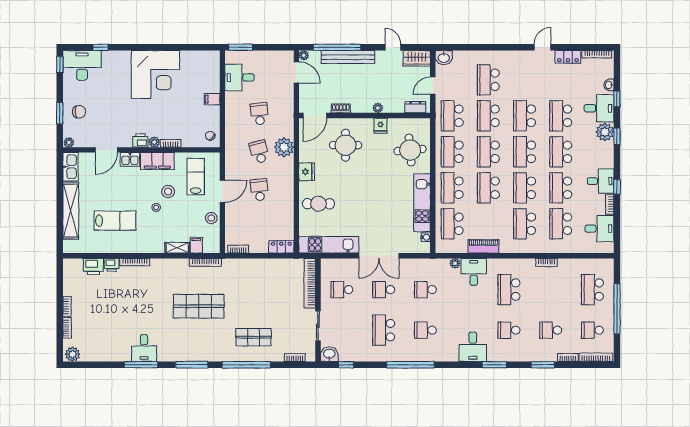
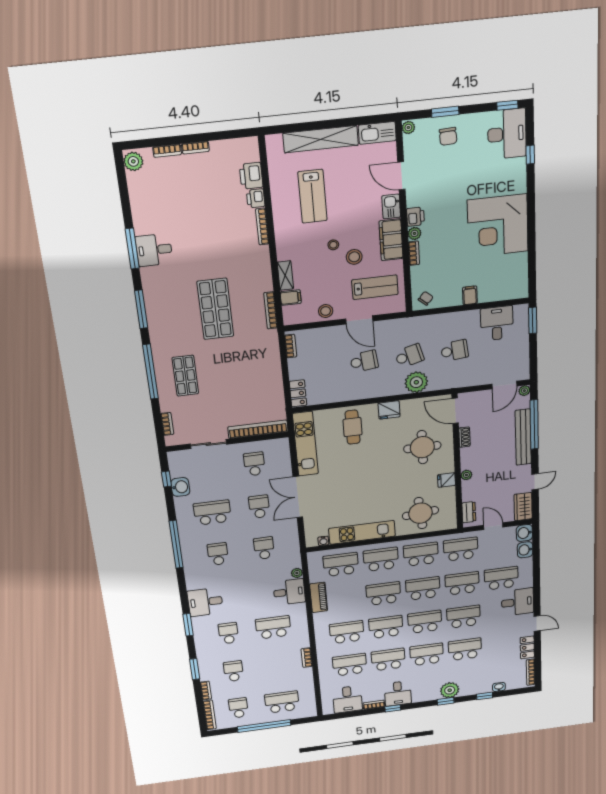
washbasin: (461, 57) -> (525, 550), added
desk: (599, 108) -> (518, 602), moved, turned -90
washbasin: (329, 354) -> (180, 487), moved

